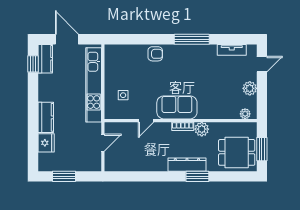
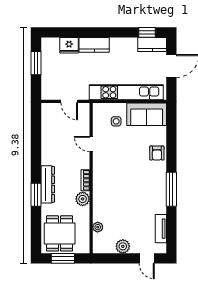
sofa: (177, 107) -> (147, 114), moved, turned 90
plant: (245, 114) -> (98, 227), moved

